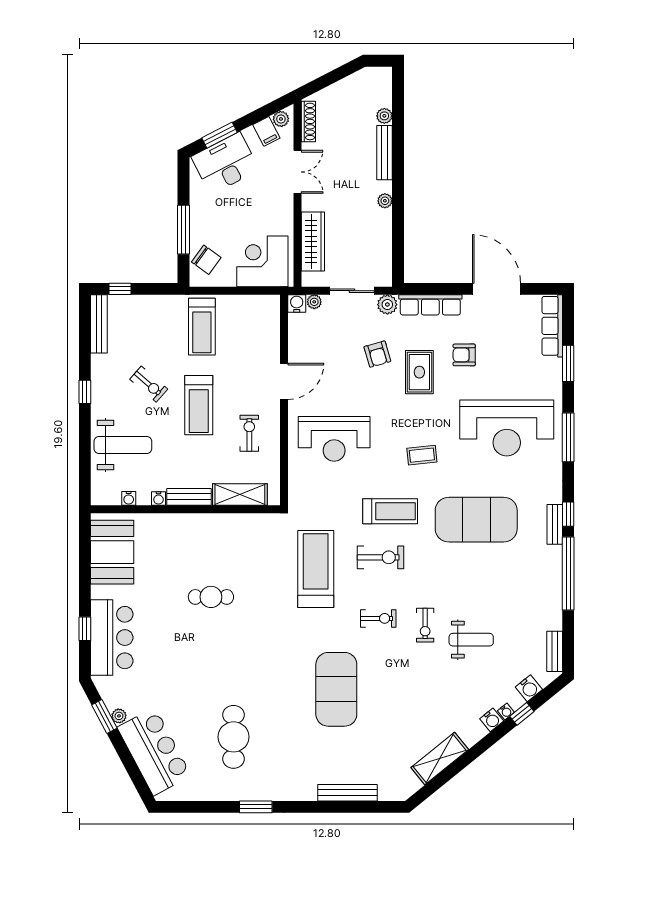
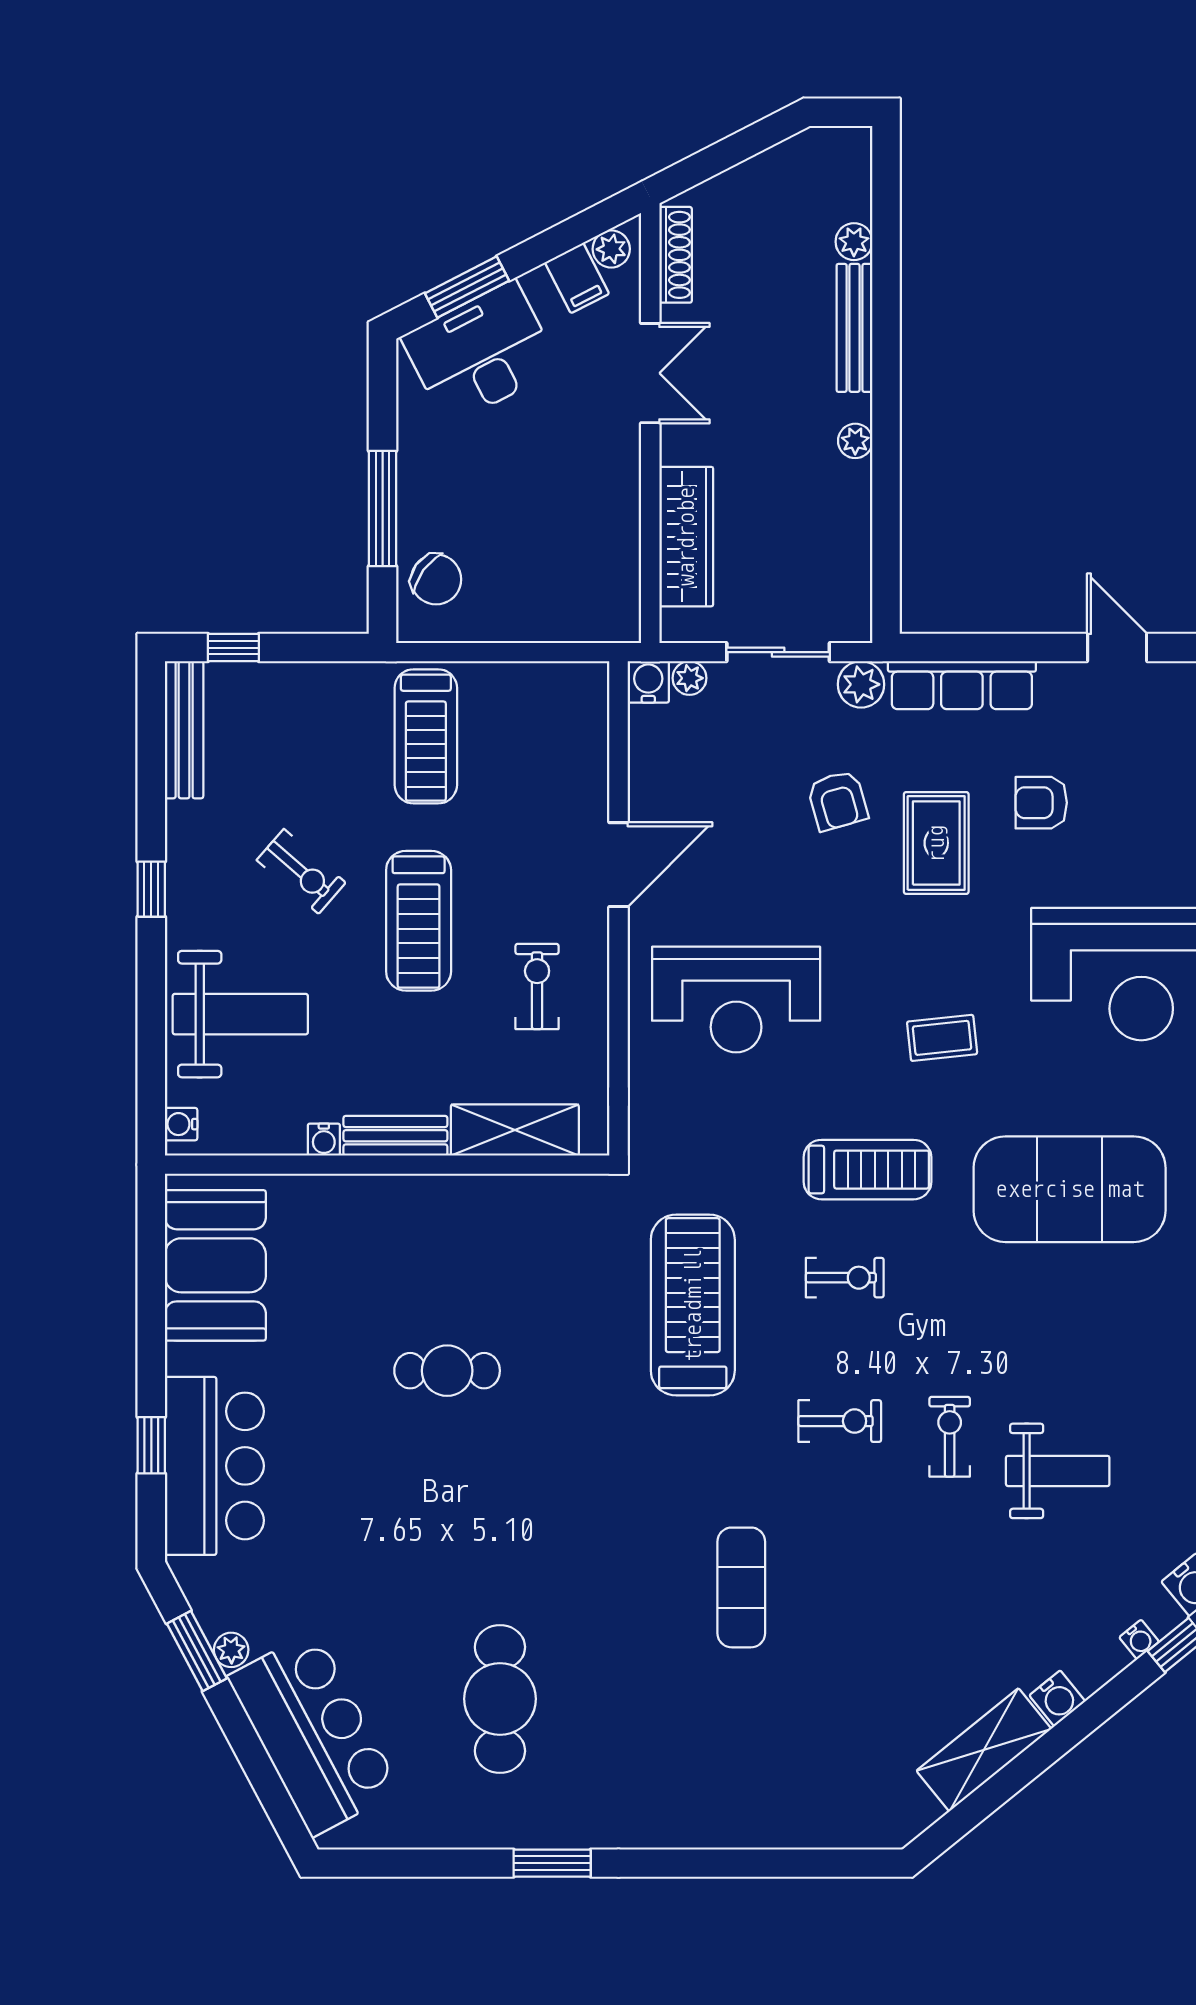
corner desk: (262, 261) -> (568, 583), removed
door: (497, 289) -> (1117, 648), width x0.53
water cooler: (129, 498) -> (181, 1124), moved, turned 90
exercise bike: (380, 557) -> (845, 1278), width x0.73, depth x0.72
exercise bike: (425, 625) -> (950, 1437), turned 180
exercise mat: (336, 689) -> (741, 1587), width x0.50, depth x0.69
water cooler: (492, 720) -> (1057, 1698), moved
bench: (348, 793) -> (768, 1830), removed

